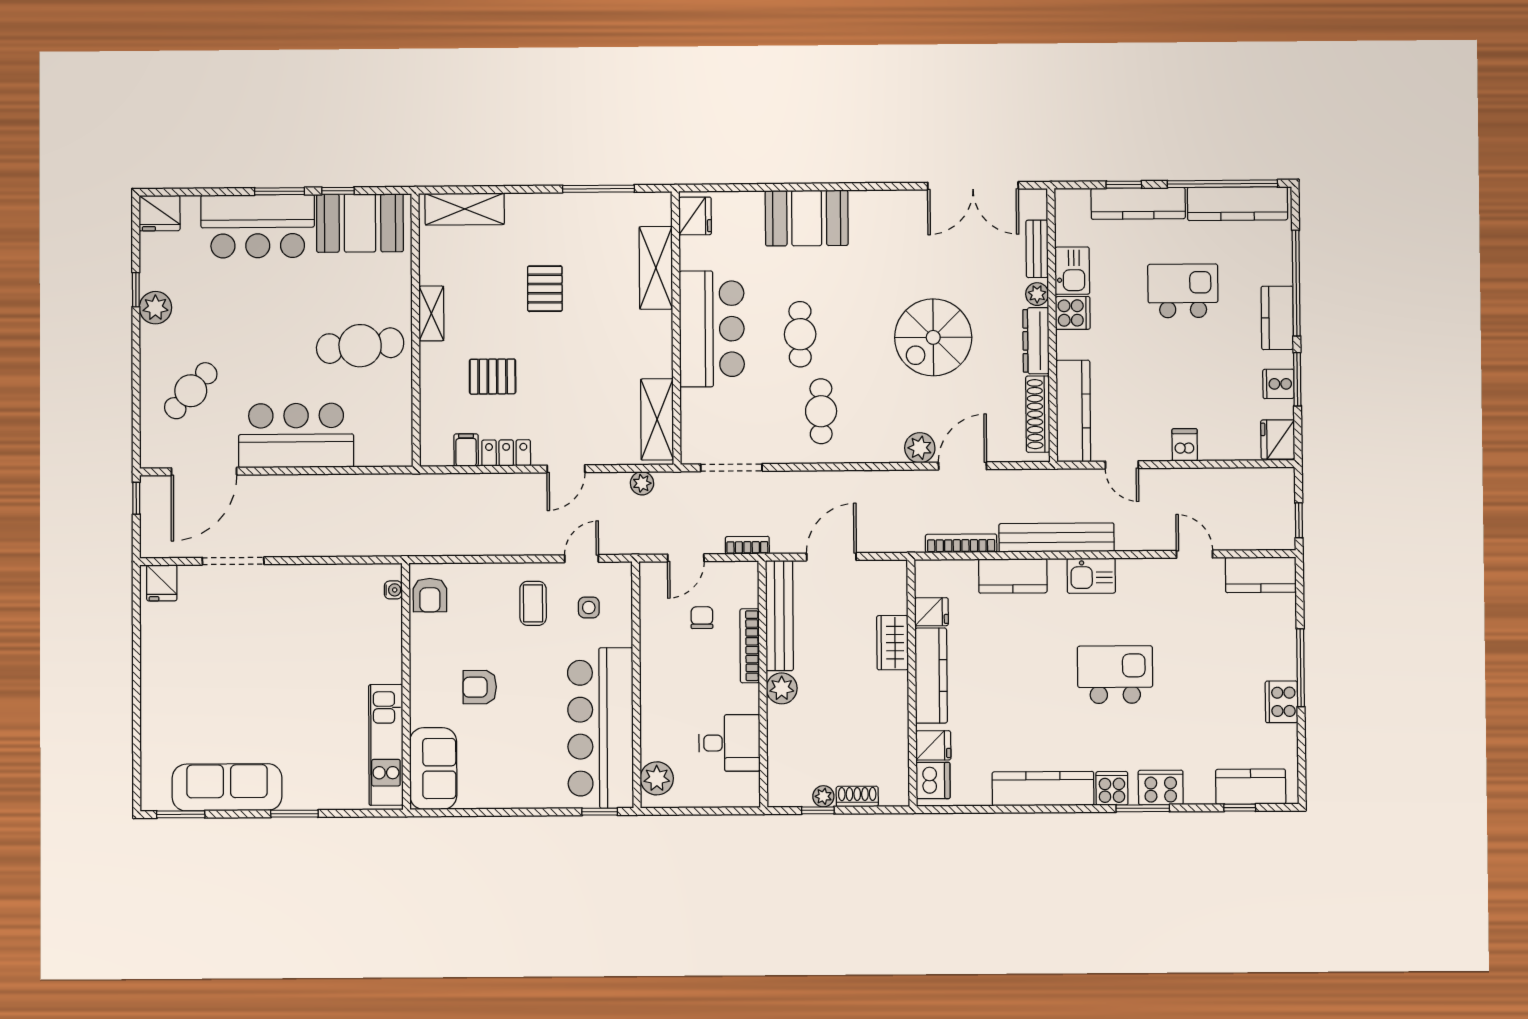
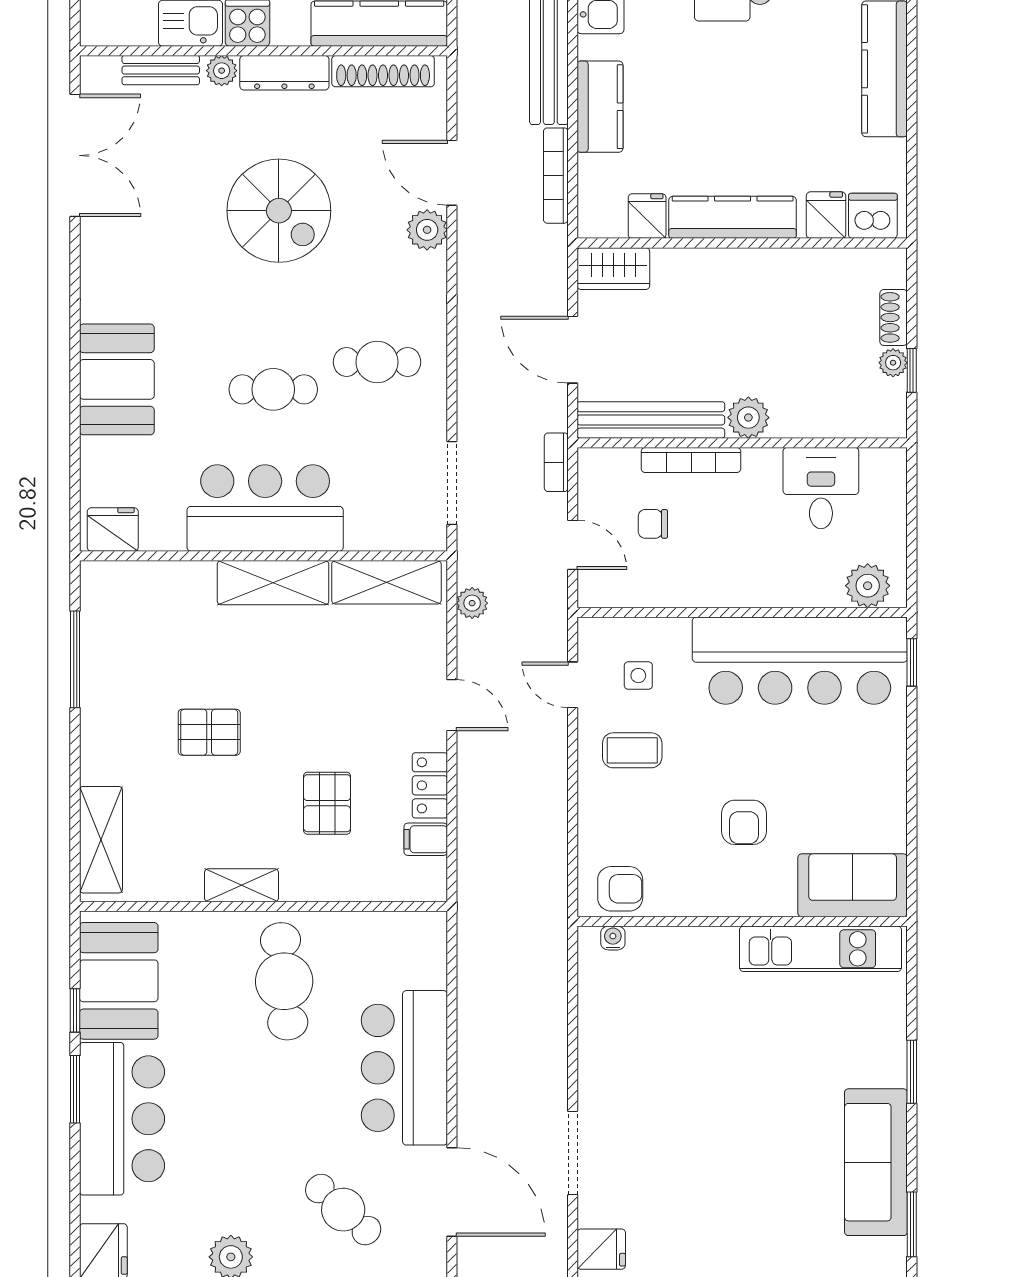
shelving: (656, 268) -> (273, 583), moved
wardrobe: (893, 643) -> (613, 269), moved

